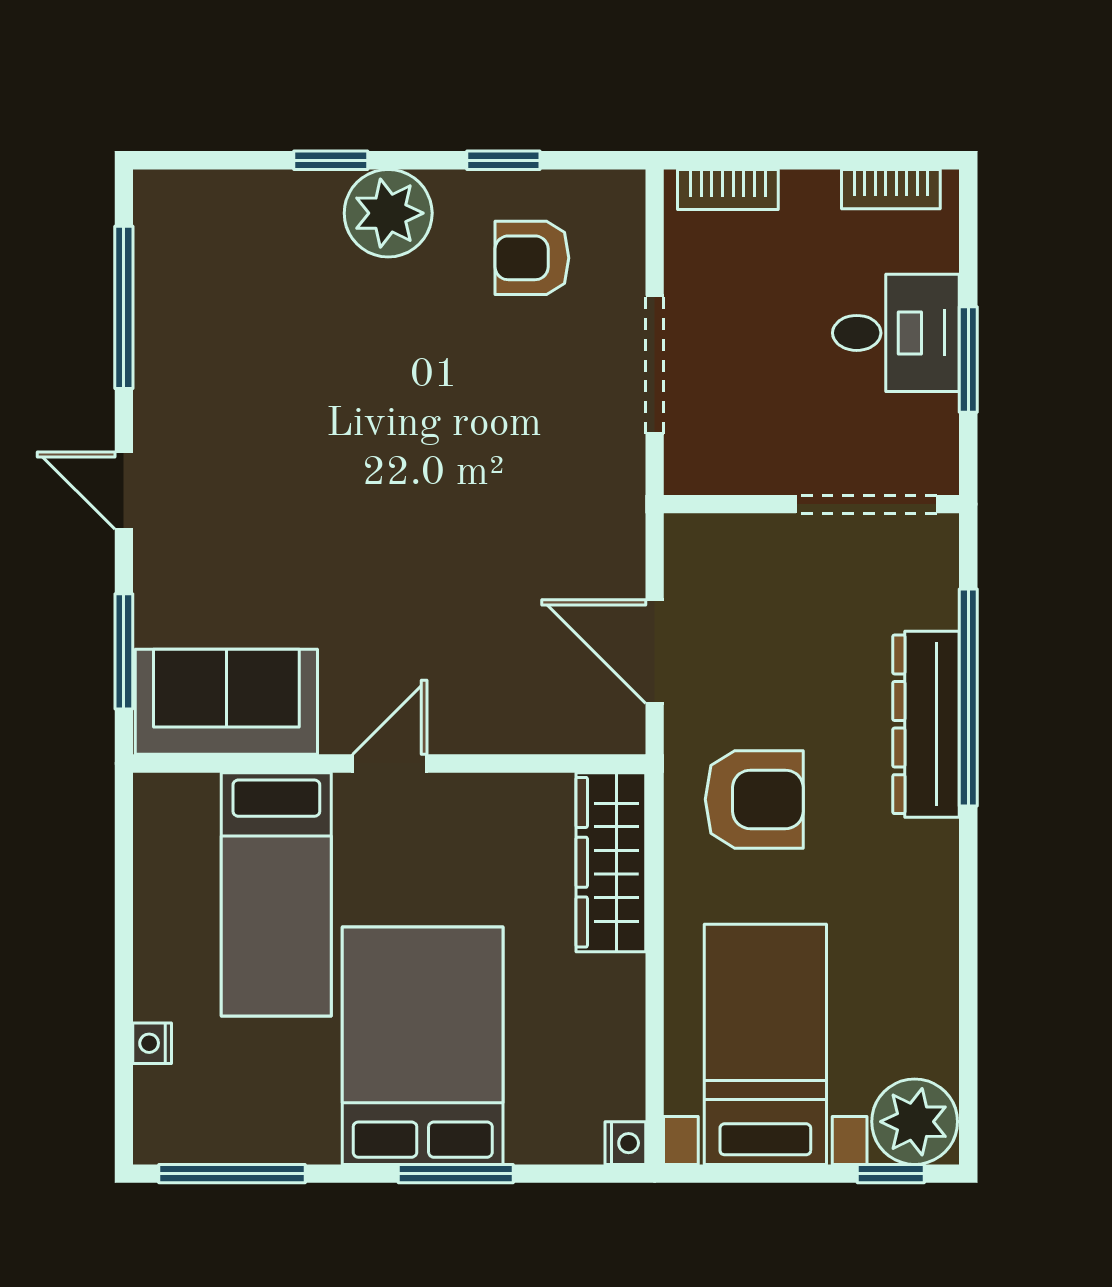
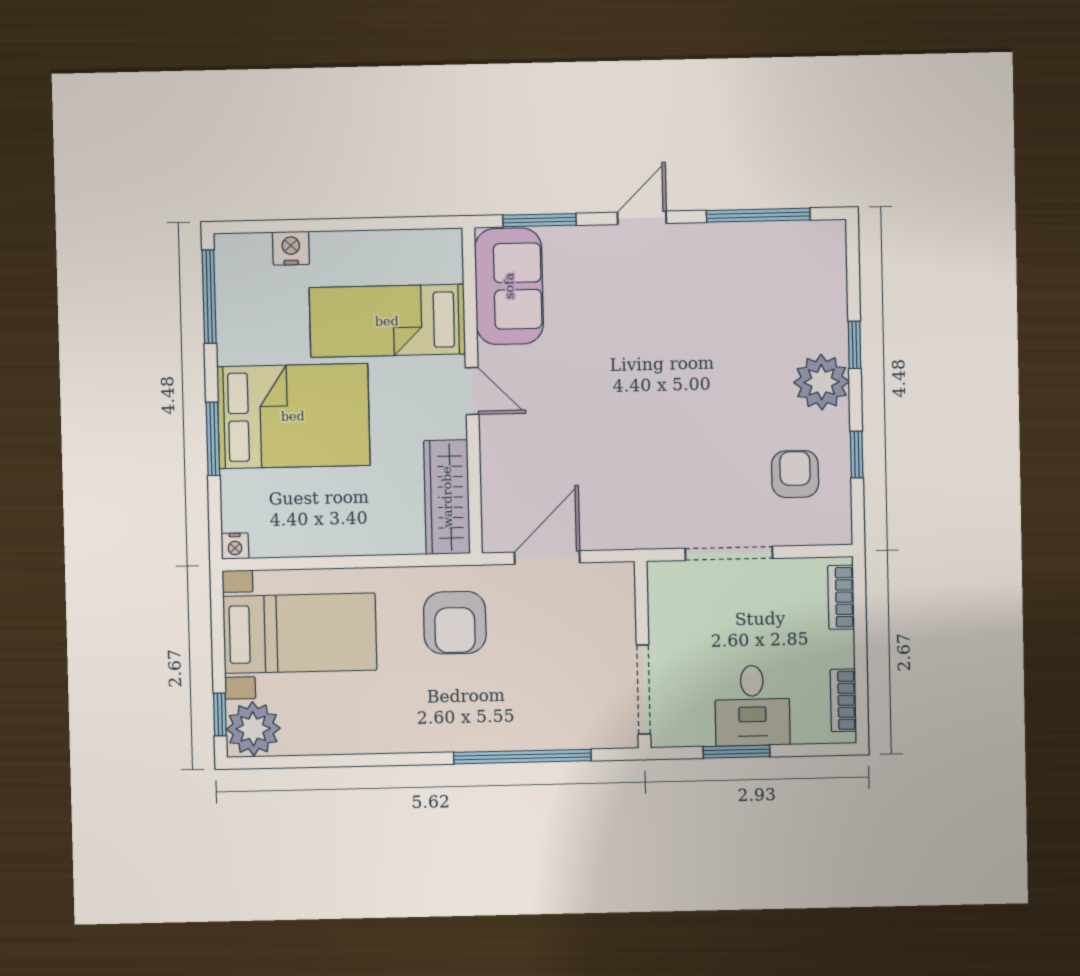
dresser: (926, 724) -> (505, 730), removed
wardrobe: (611, 862) -> (447, 497), moved, turned -90
nightstand: (152, 1043) -> (291, 248), width x1.39, depth x1.35

